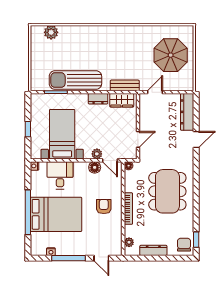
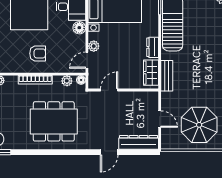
door: (155, 92) -> (160, 119), moved
door: (138, 139) -> (109, 90), swing flipped
door: (196, 140) -> (109, 152), hinge flipped
floor lamp: (95, 167) -> (79, 28), moved
plant: (129, 179) -> (67, 81), added

